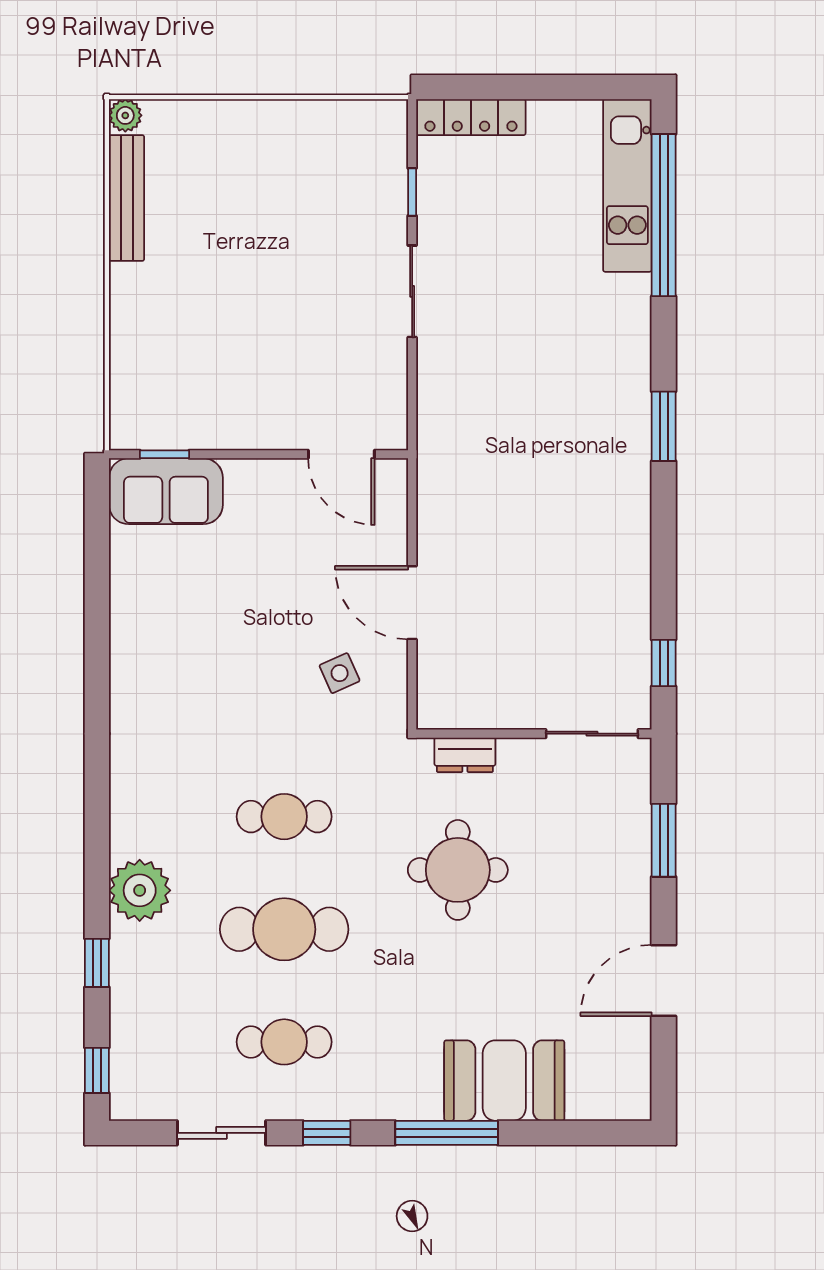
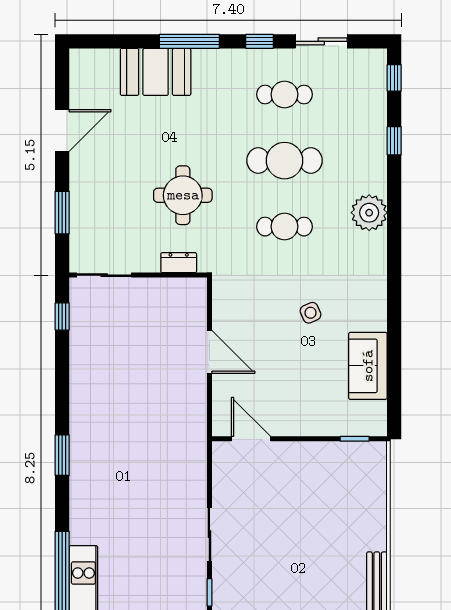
sofa: (166, 491) -> (368, 366), moved, turned -90
side table: (340, 673) -> (311, 313), moved
plant: (140, 890) -> (369, 213), moved

